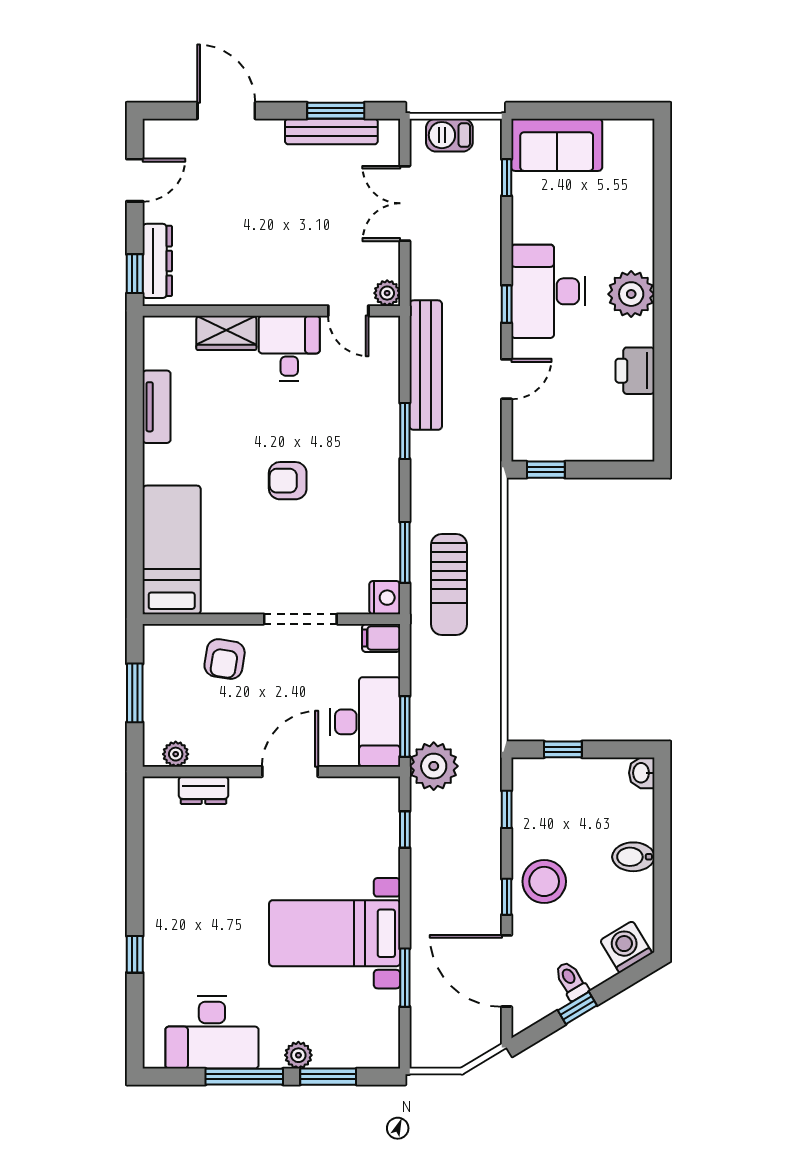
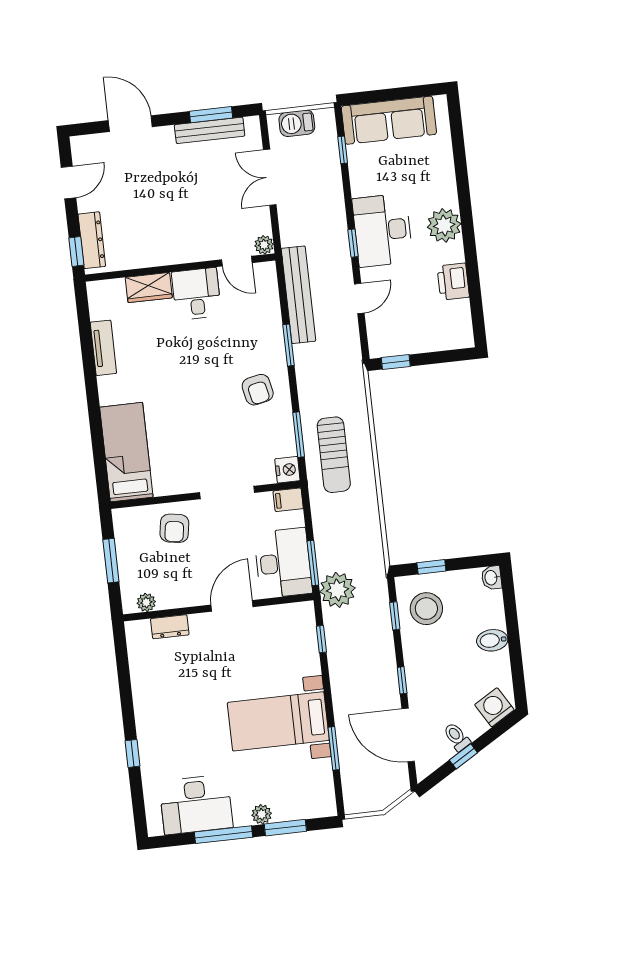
sofa: (557, 145) -> (389, 120), width x1.36
armchair: (288, 481) -> (258, 390), moved, turned -102
stool: (544, 881) -> (426, 609), moved

